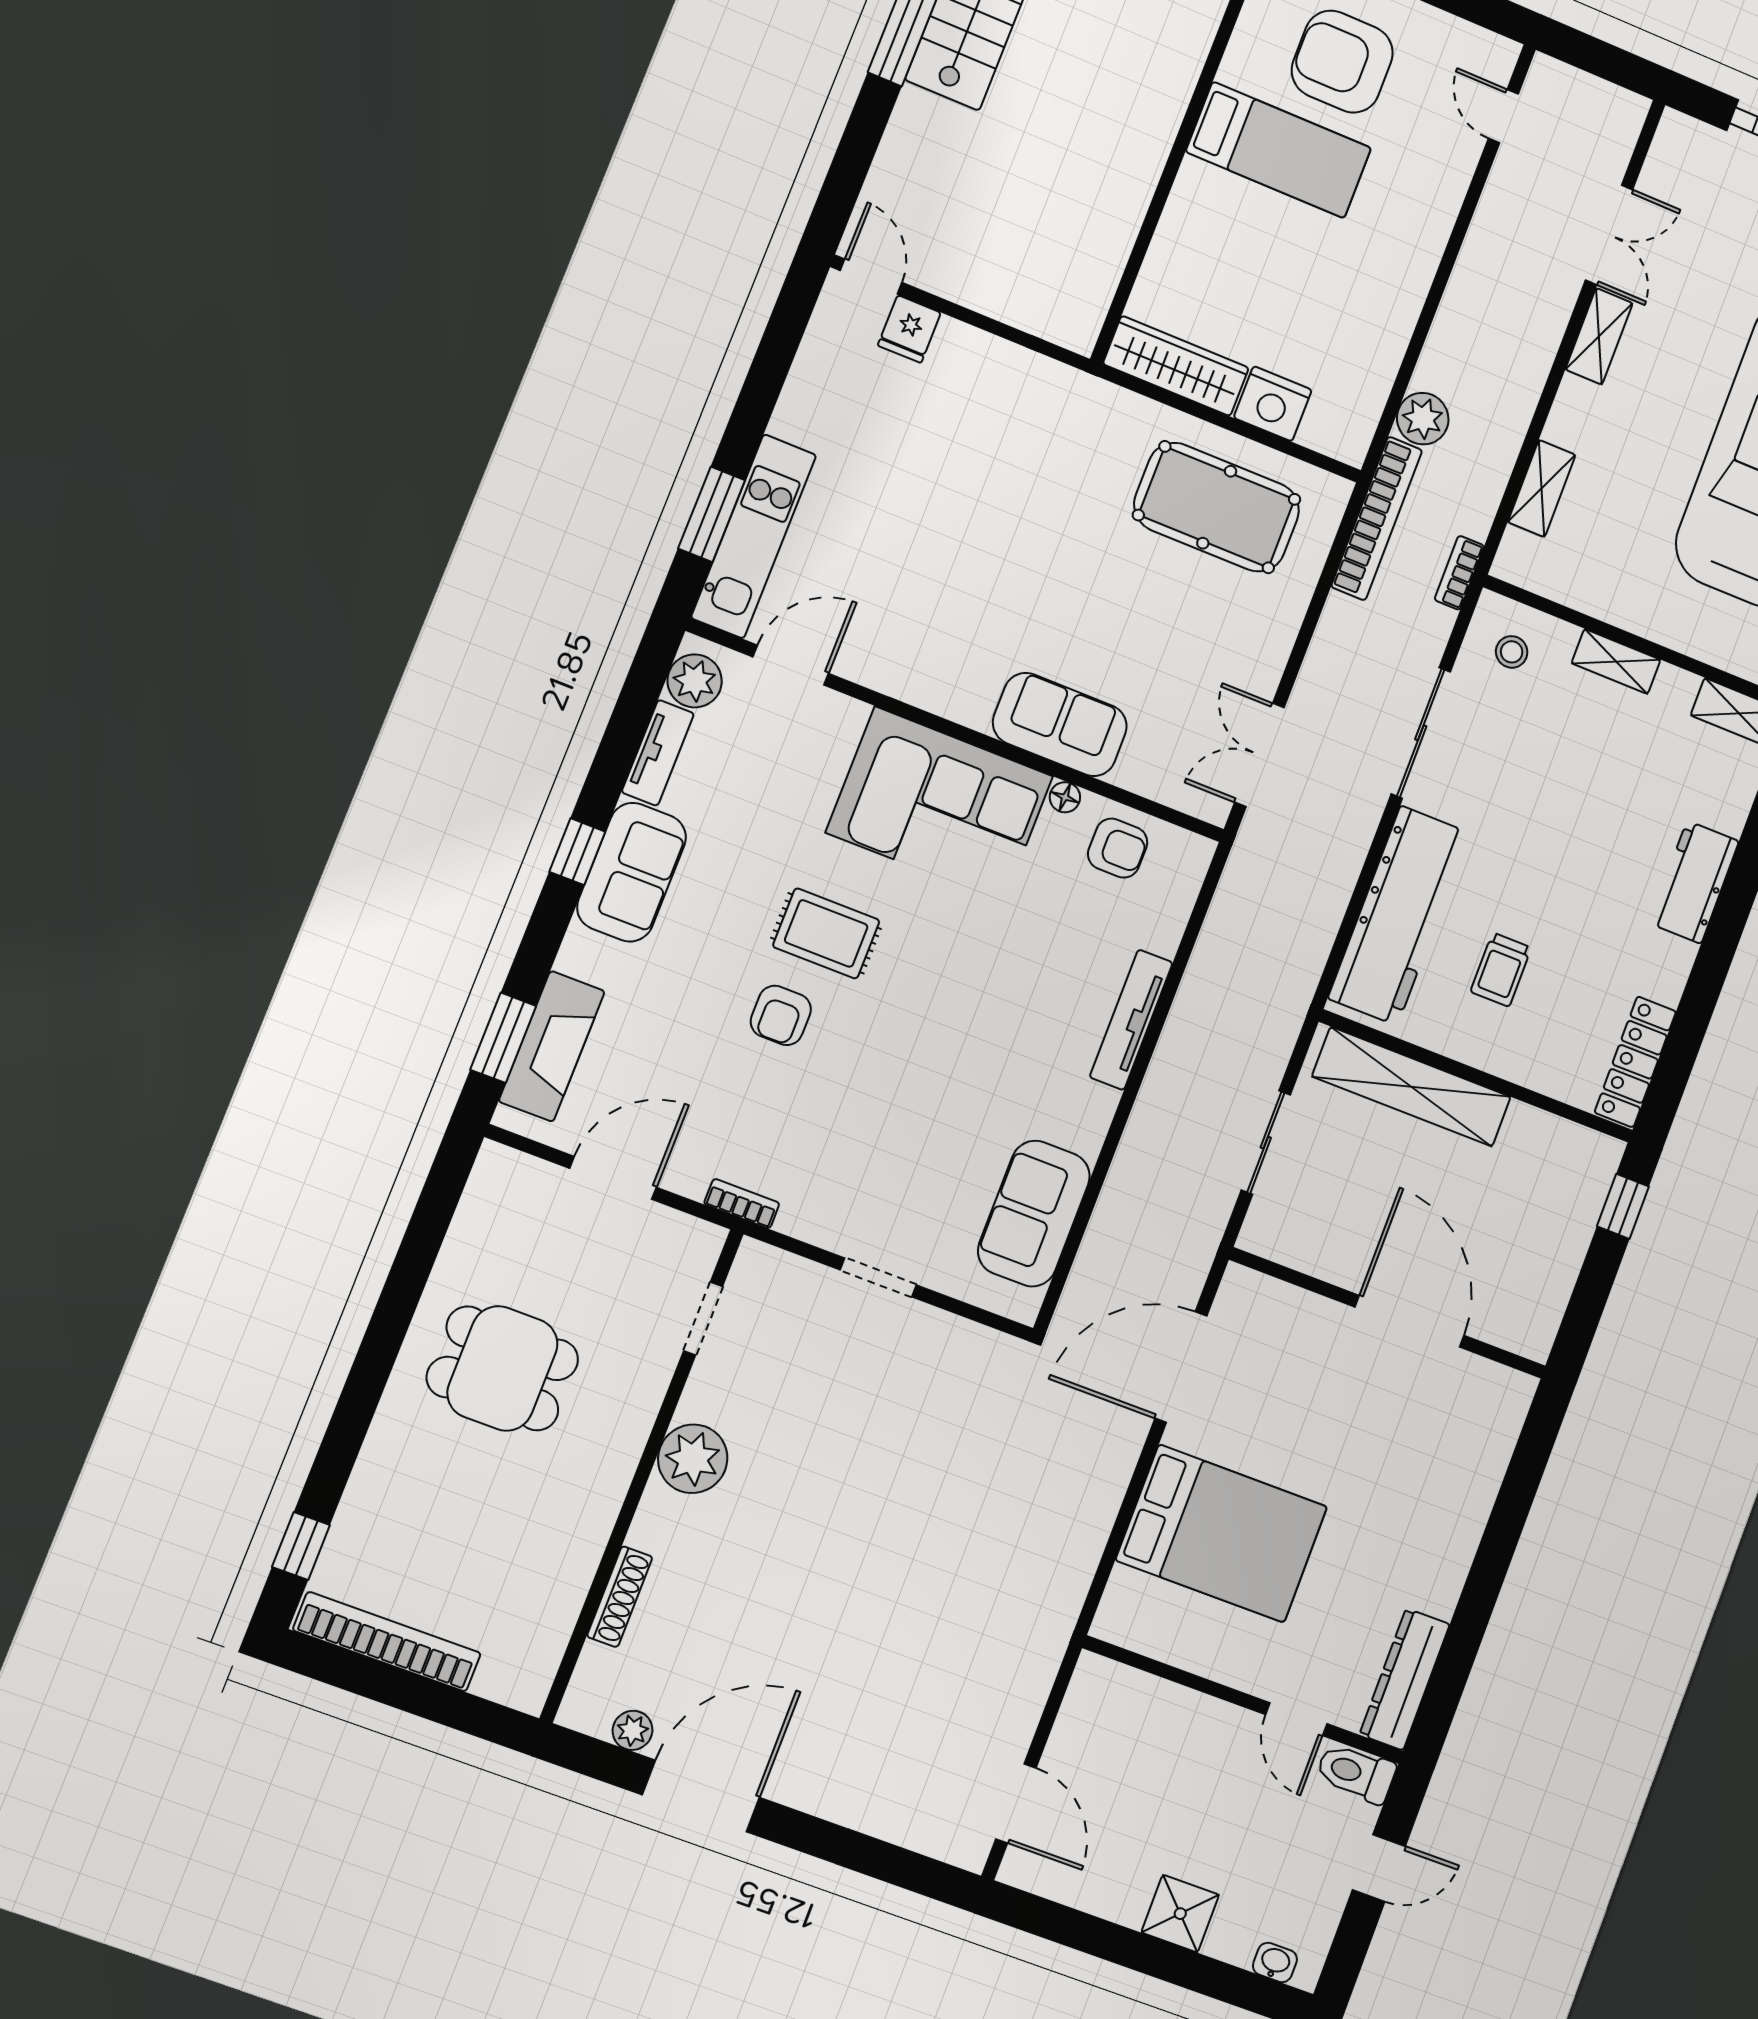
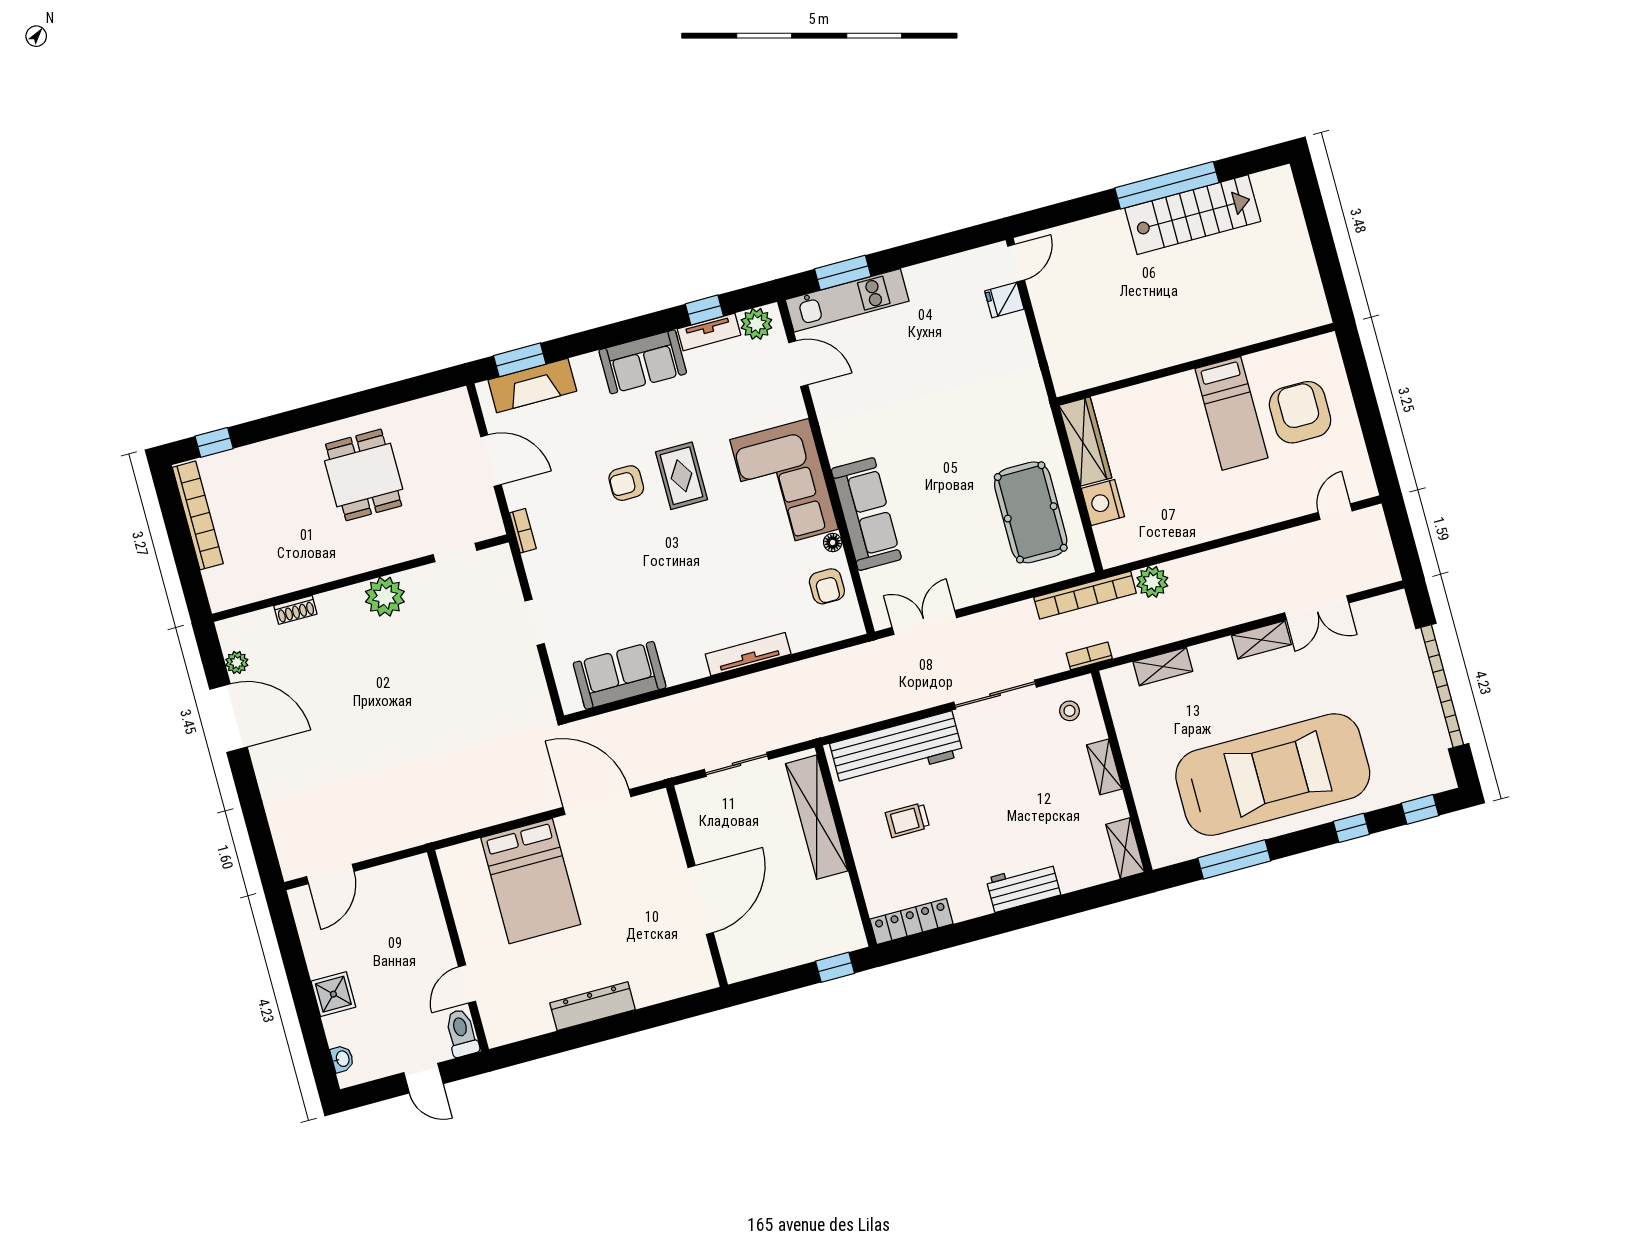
sofa: (1060, 724) -> (866, 514), width x1.36
window: (577, 852) -> (704, 310), moved
shoe rack: (620, 1597) -> (295, 610), width x0.70
dresser: (1405, 1679) -> (592, 1006), moved

